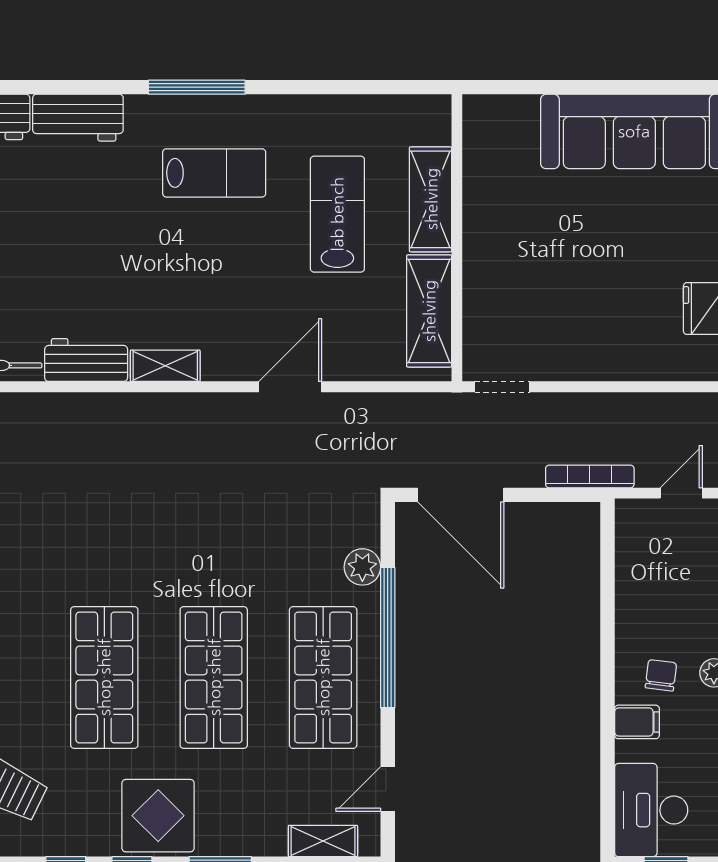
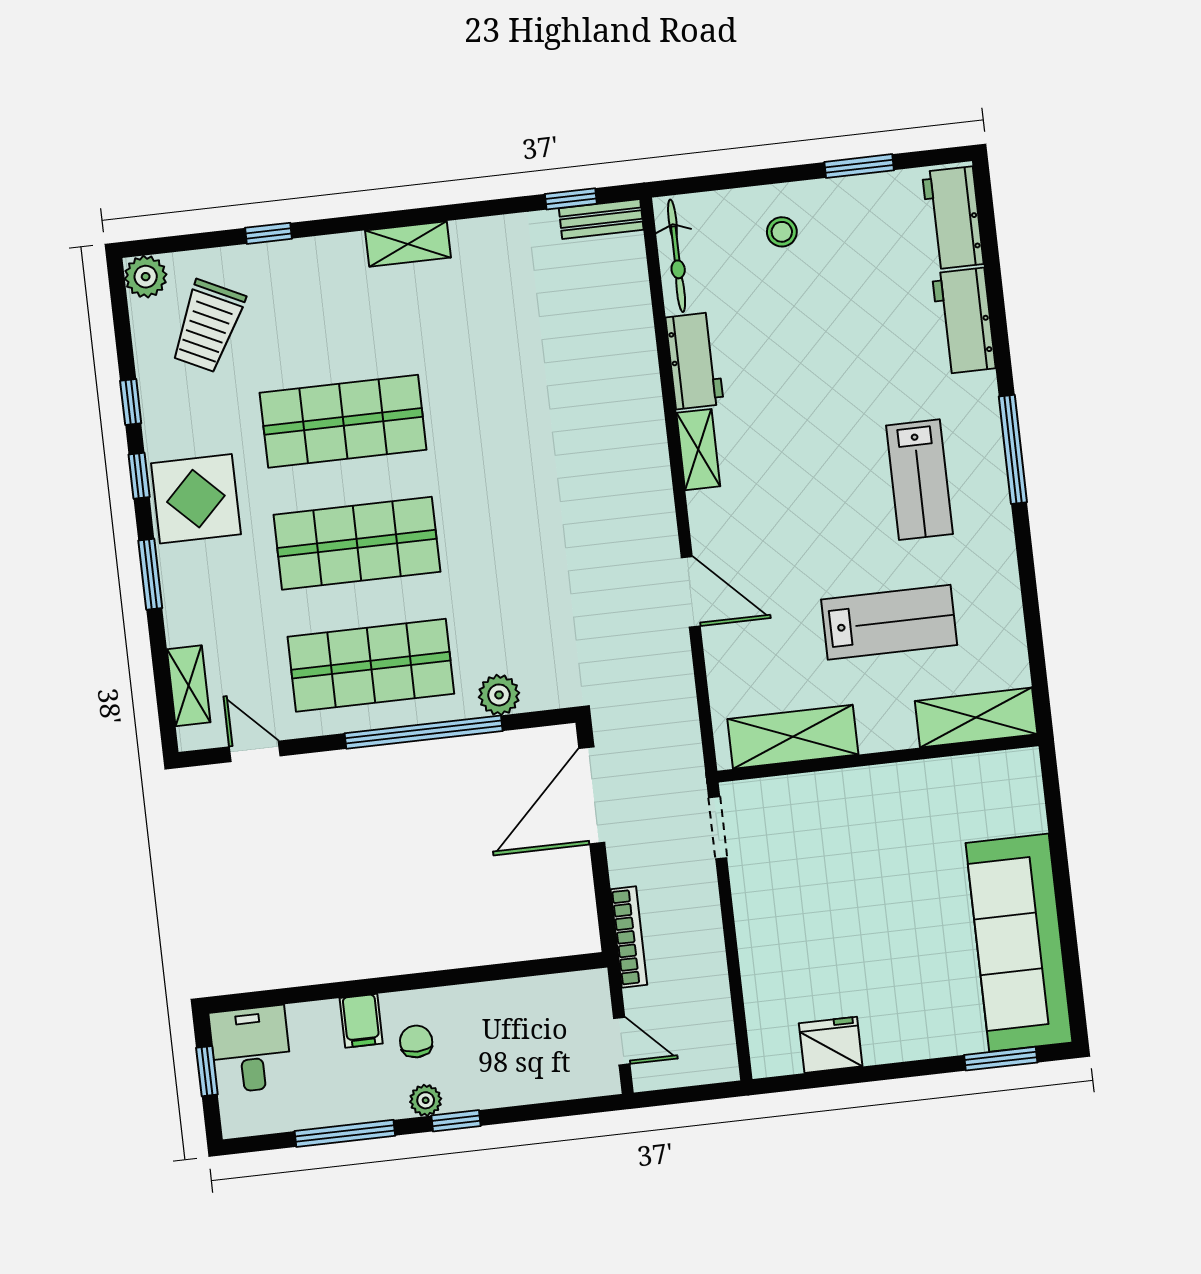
shelving: (431, 199) -> (976, 718), moved
chair: (661, 675) -> (416, 1041), turned -97
desk: (651, 810) -> (251, 1049), width x0.73

